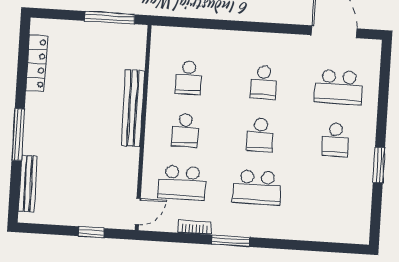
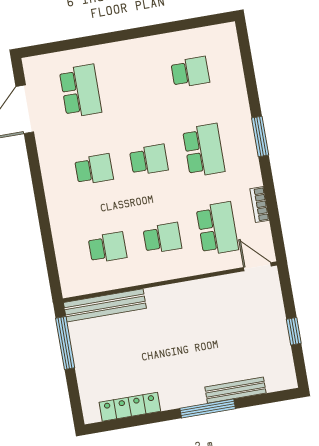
bench: (133, 108) -> (105, 305), moved
school desk: (335, 140) -> (190, 72), moved
window: (379, 165) -> (151, 31), removed
bench: (28, 184) -> (235, 390), moved
window: (91, 232) -> (294, 331), moved
window: (231, 241) -> (260, 137), moved

